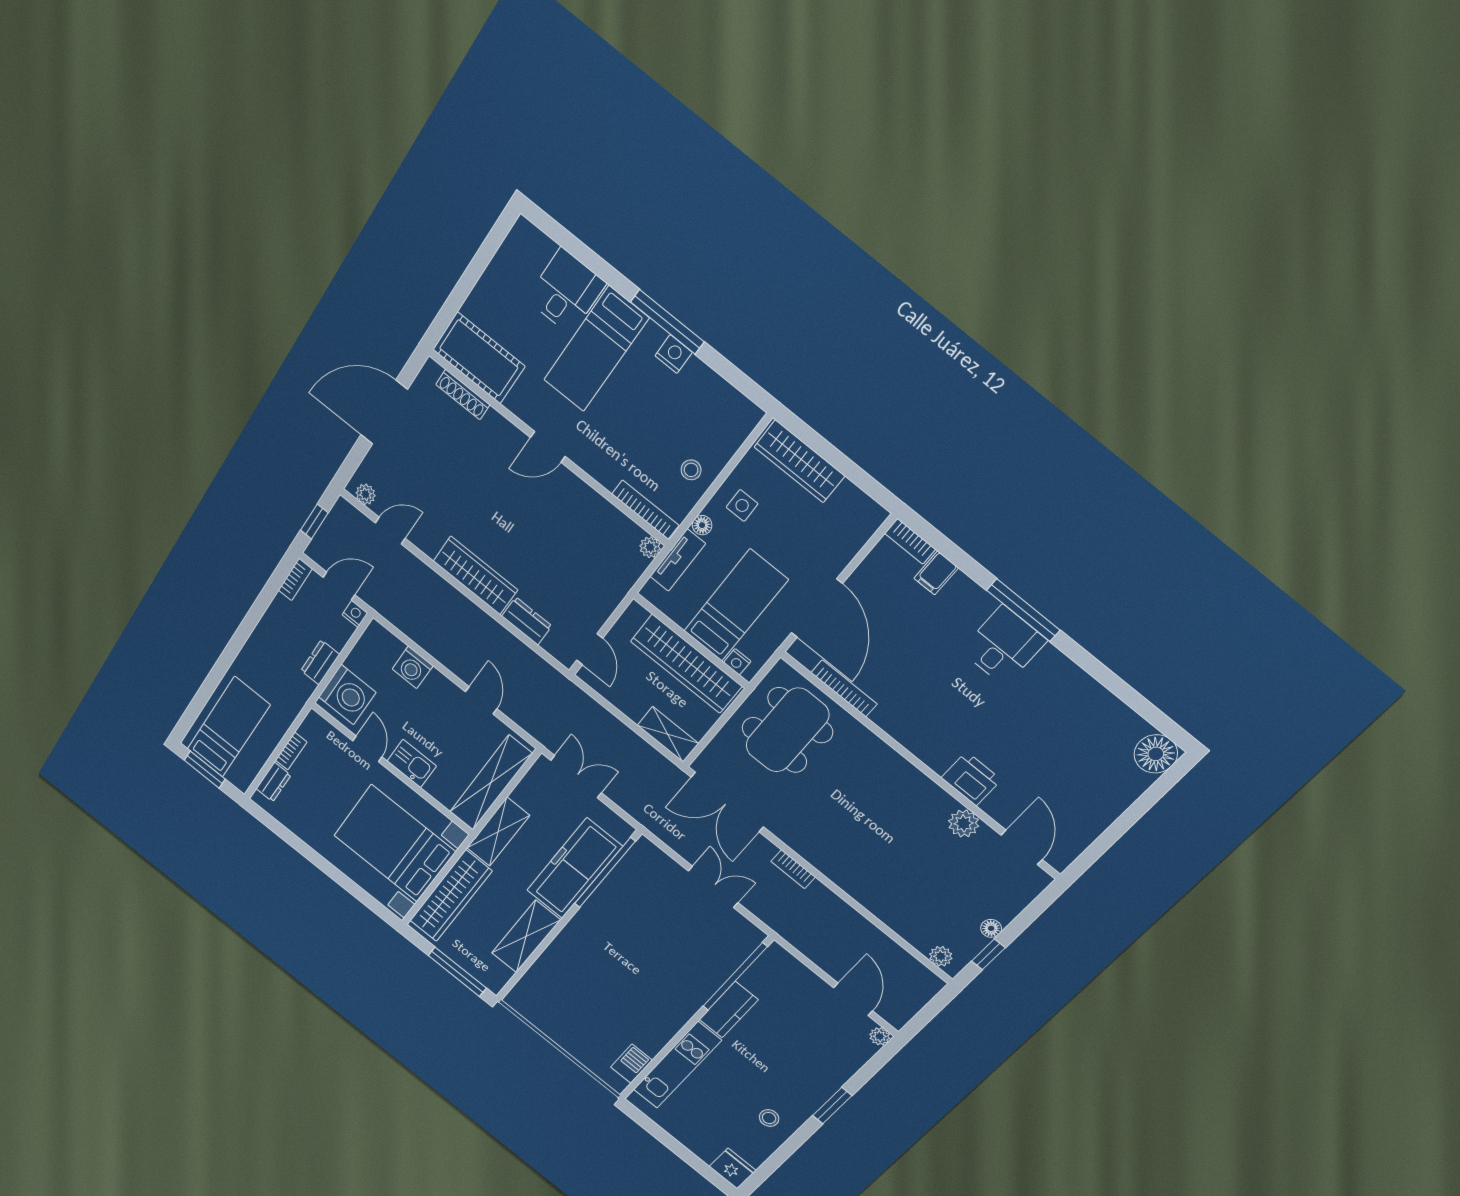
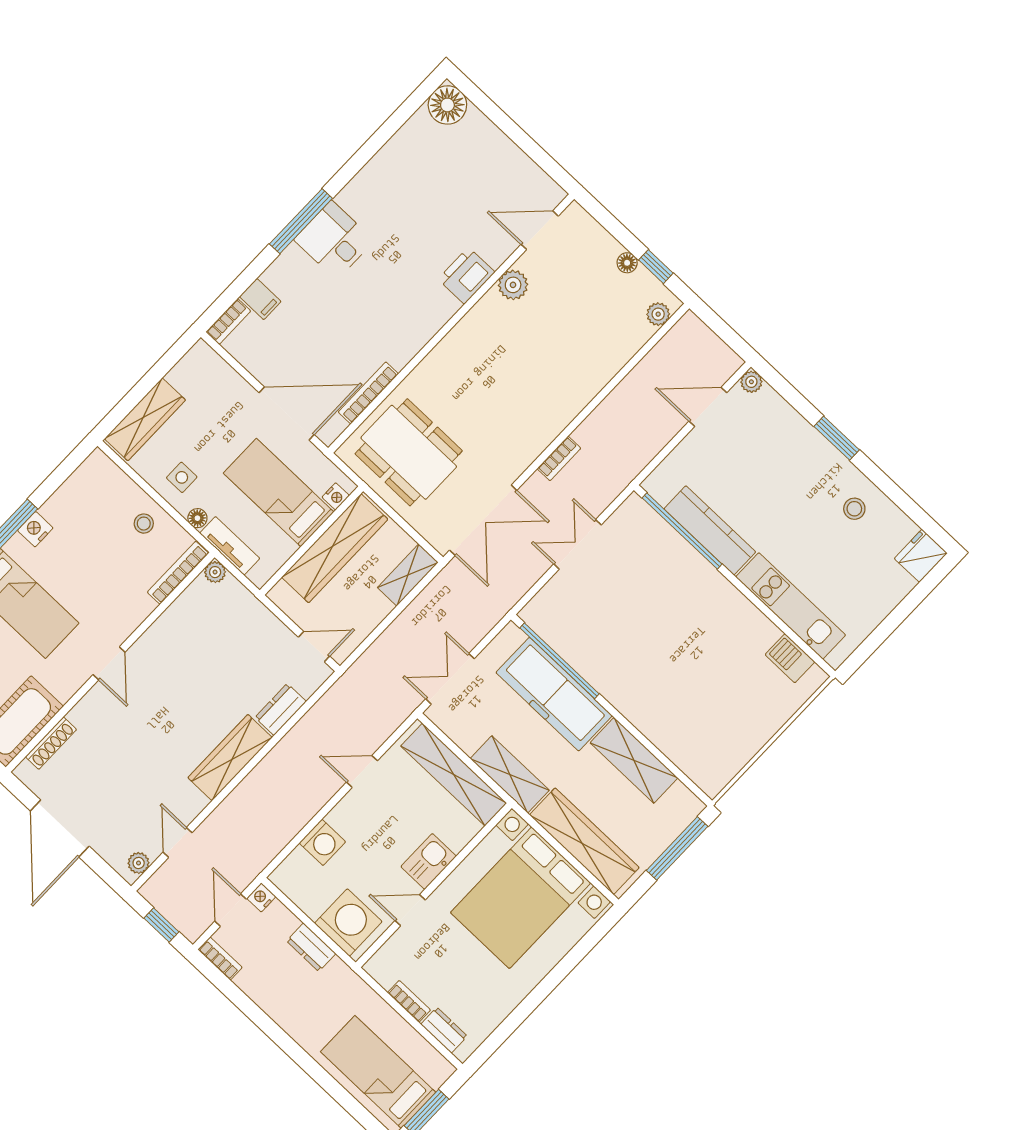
kitchen counter: (729, 1010) -> (710, 530), width x1.50

